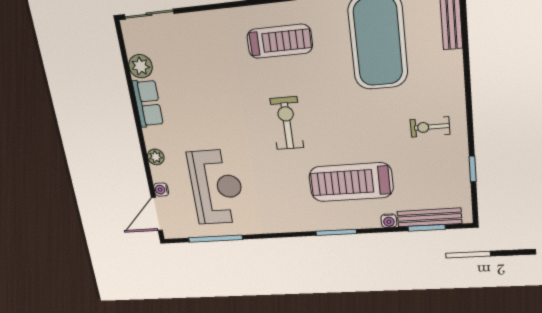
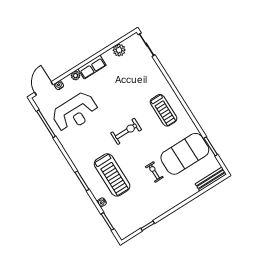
row of seats: (148, 103) -> (92, 67), moved
exercise bike: (430, 127) -> (154, 172), moved
treadmill: (351, 182) -> (112, 175), turned 180
door: (157, 214) -> (44, 88), hinge flipped
bench: (429, 217) -> (114, 220), removed

